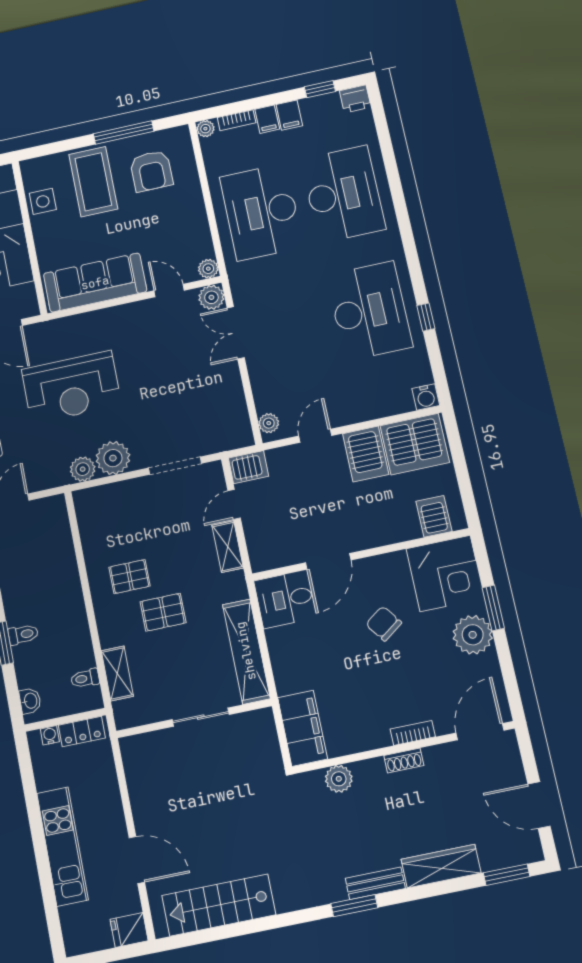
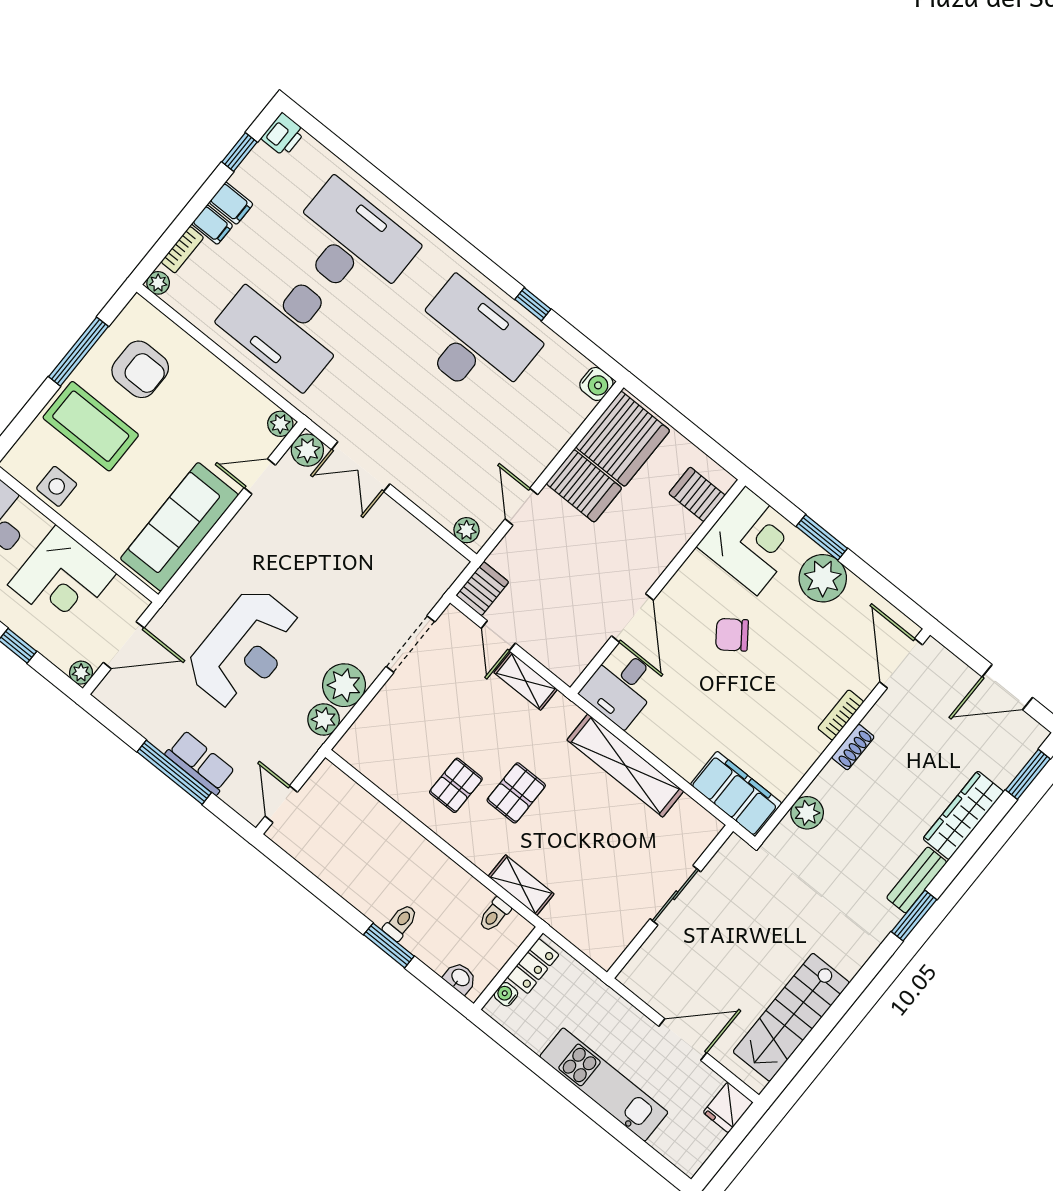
sliding door: (201, 717) -> (675, 895), moved
wall: (194, 719) -> (670, 902), moved

